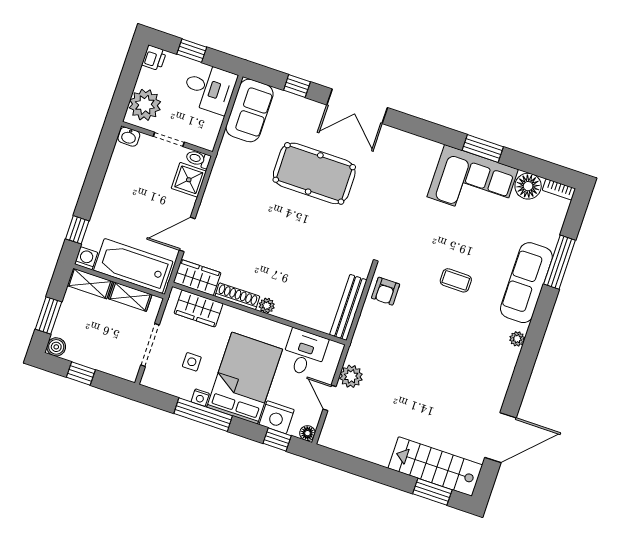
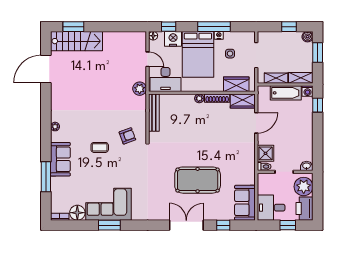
printer: (154, 58) -> (304, 209), width x1.87, depth x1.48
bathtub: (133, 266) -> (286, 93), width x0.73, depth x0.73
sofa: (526, 283) -> (60, 159), width x0.73
armchair: (386, 291) -> (127, 136), moved, turned 70
desk: (304, 353) -> (165, 79), width x1.37
plant: (351, 376) -> (140, 89), moved

